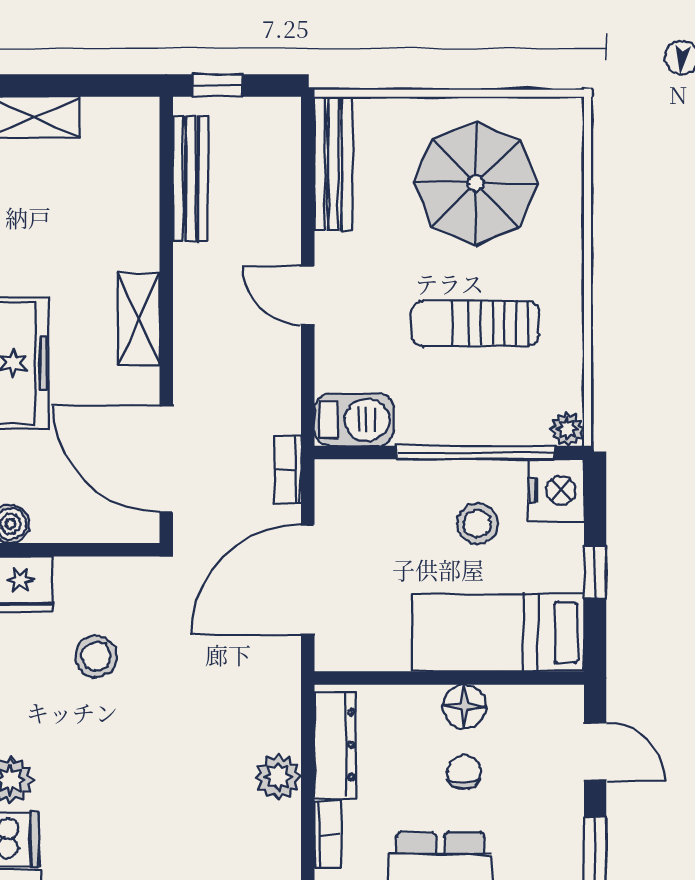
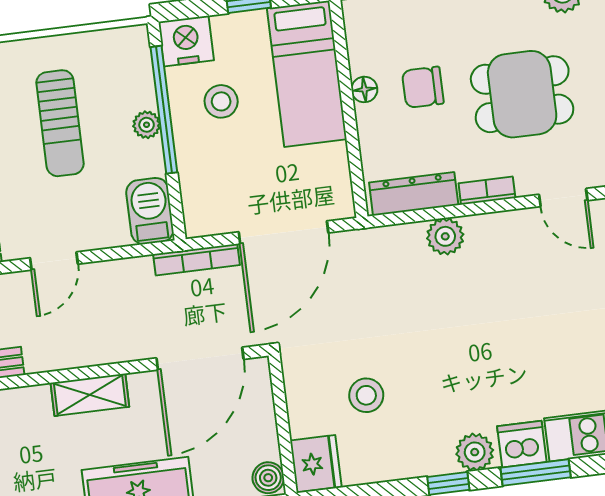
plant: (567, 429) -> (147, 125), moved
bookcase: (288, 470) -> (197, 260), width x1.56
door: (308, 580) -> (283, 232), hinge flipped
floor lamp: (464, 706) -> (364, 89), width x0.73, depth x0.73
chair: (464, 772) -> (423, 87), width x1.37, depth x1.37

